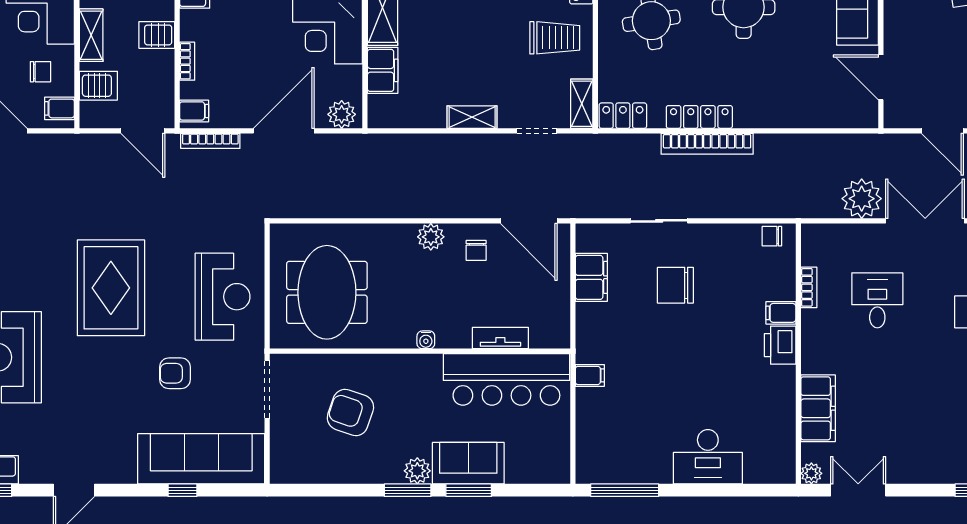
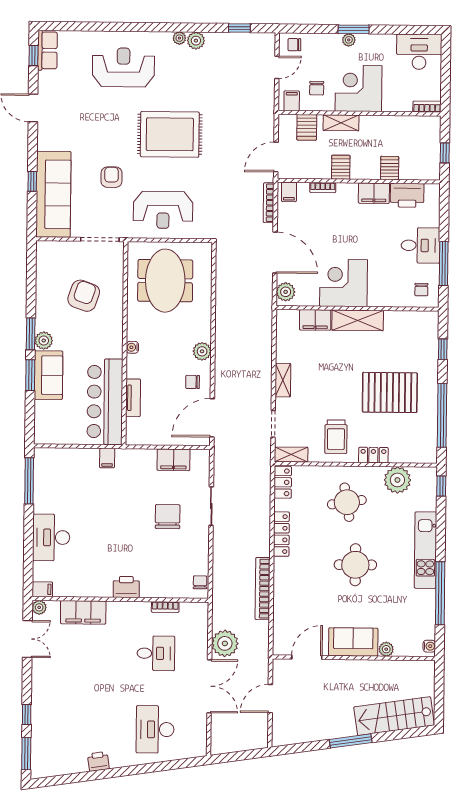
bookcase: (707, 144) -> (263, 589), moved
meeting table: (327, 292) -> (165, 281), turned 90
filing cabinet: (781, 313) -> (42, 589), moved, turned 90

